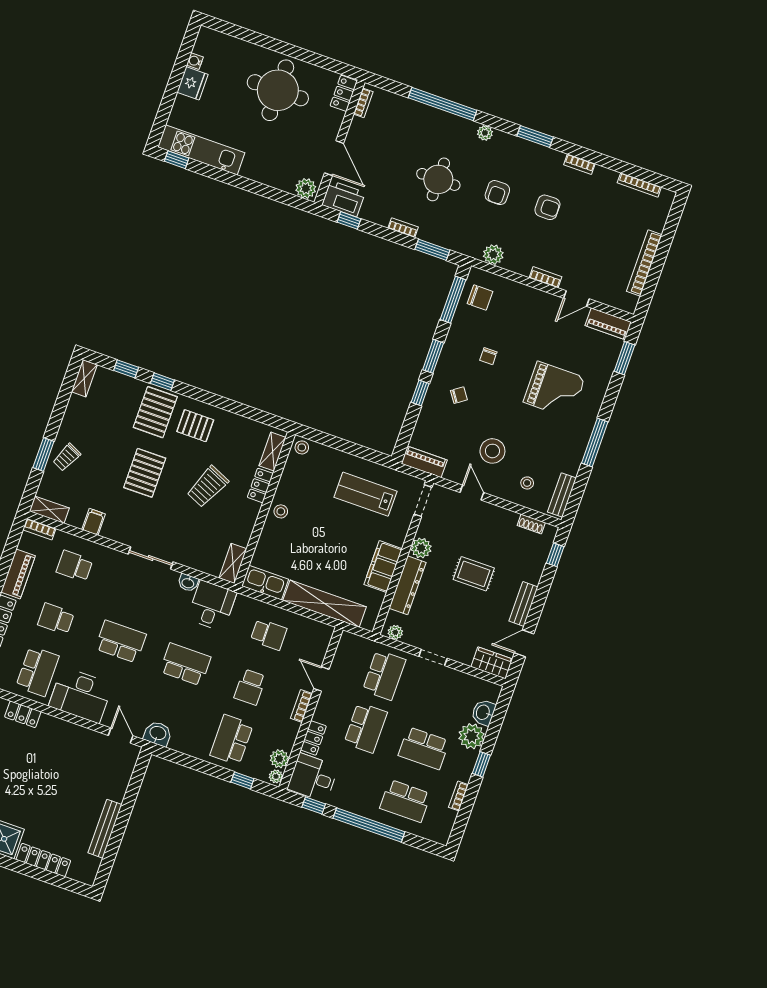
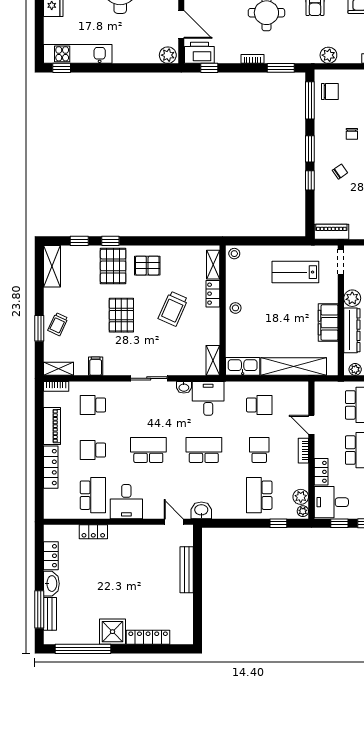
shelving: (84, 378) -> (52, 266), width x1.50, depth x1.33
school desk: (250, 687) -> (259, 450), turned 180
desk: (81, 695) -> (126, 502), width x0.73
bench: (105, 829) -> (187, 570), moved

